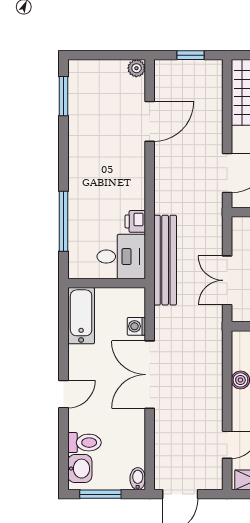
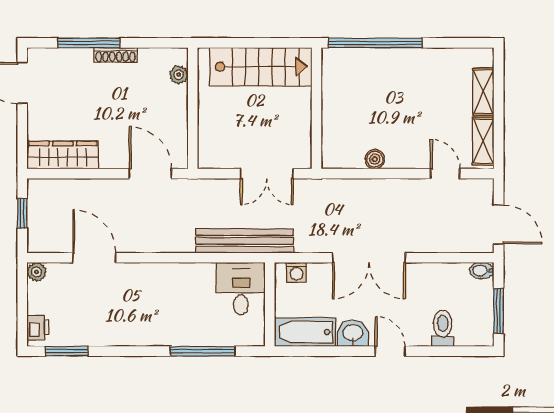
printer: (135, 221) -> (38, 328), moved, turned -90
washing machine: (136, 326) -> (297, 272), moved
washbasin: (80, 469) -> (353, 333), moved

